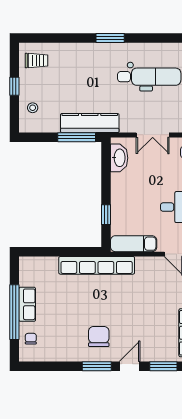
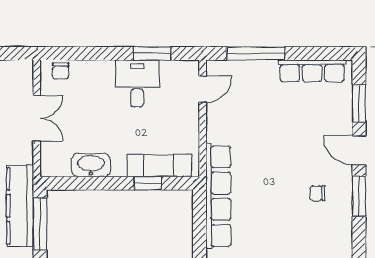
washbasin: (119, 158) -> (91, 165), moved
exam couch: (134, 244) -> (160, 166), moved, turned 90
chair: (99, 337) -> (318, 193), width x0.54, depth x0.54

